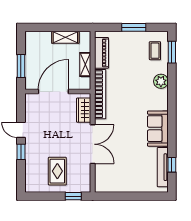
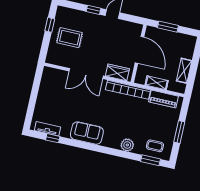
tv unit: (163, 167) -> (47, 129), width x0.71
window: (73, 196) -> (50, 25), moved

